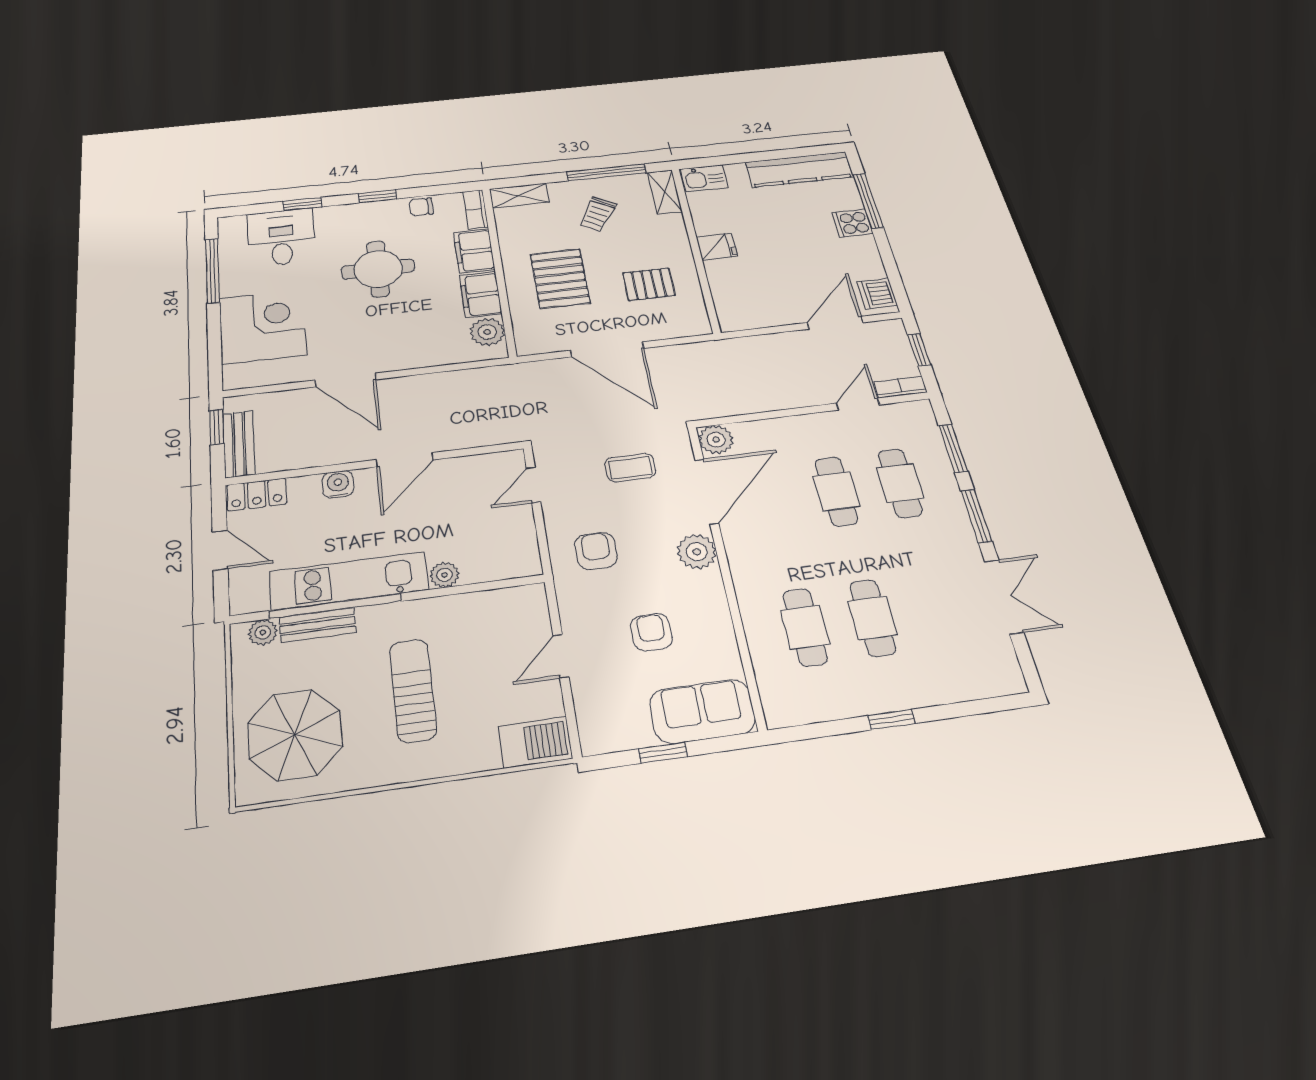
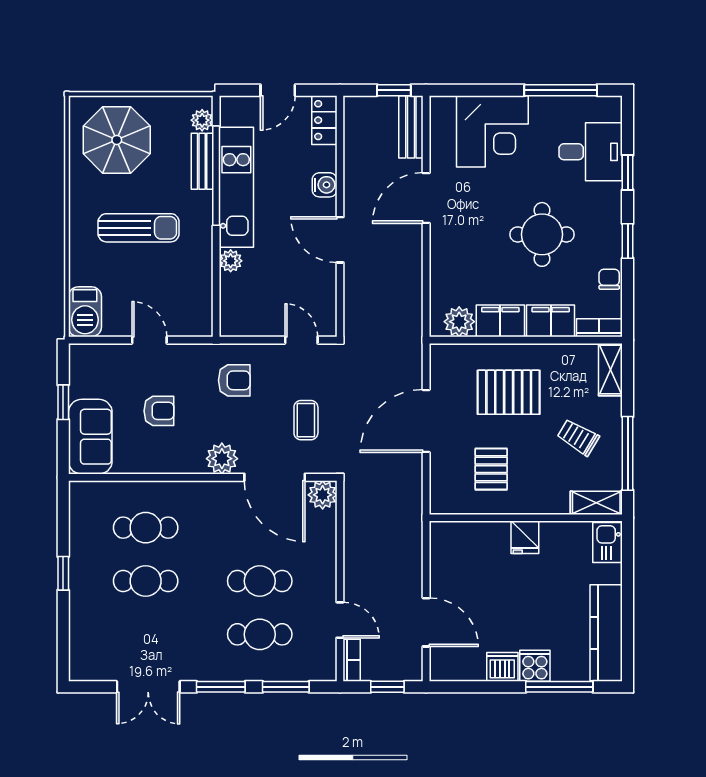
dishwasher: (877, 294) -> (502, 667), moved
bench: (239, 444) -> (411, 127), moved, turned 90

